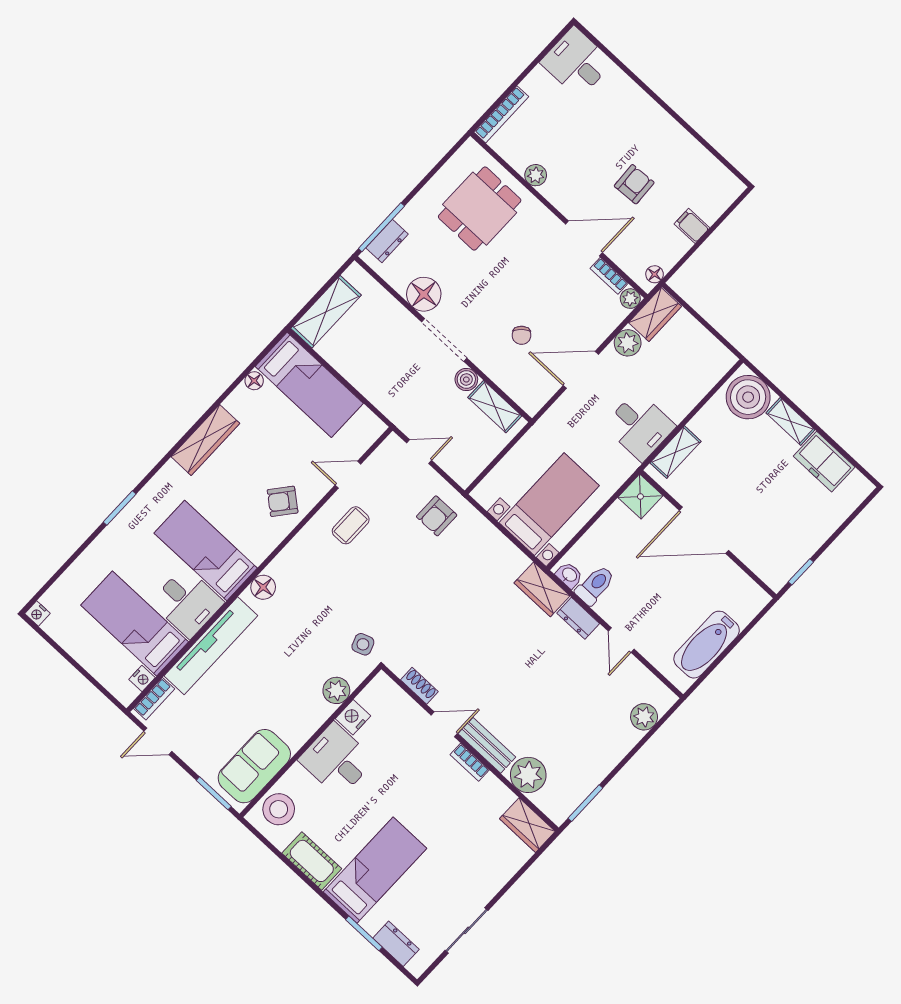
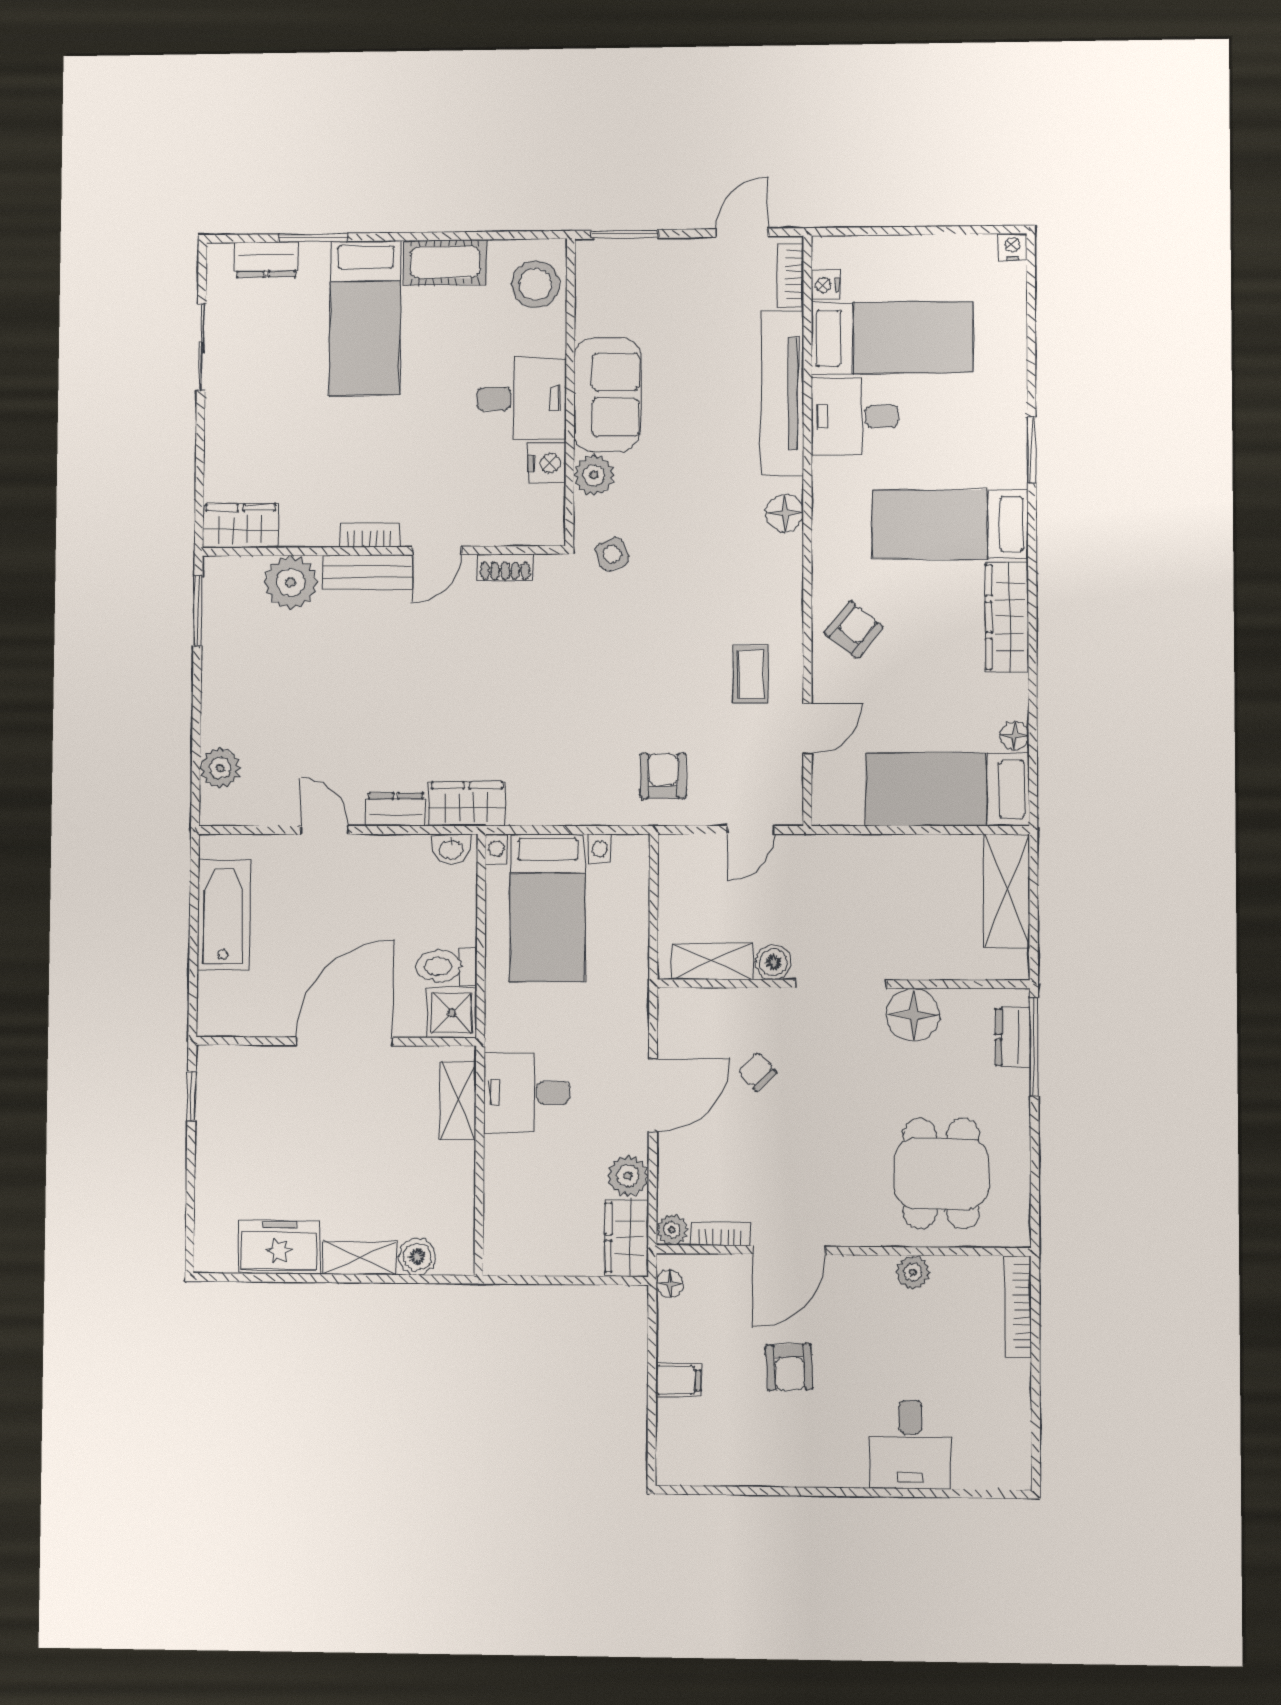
desk: (577, 62) -> (910, 1444), moved, turned 90
boiler: (748, 397) -> (417, 1257), width x0.54, depth x0.54
bed: (206, 551) -> (950, 525), moved, turned 180
toilet: (595, 585) -> (446, 966), moved, turned 90
sofa: (254, 766) -> (607, 395), moved

